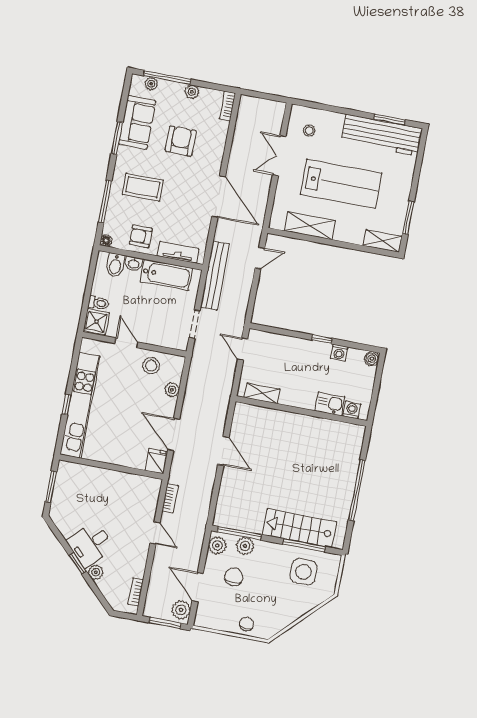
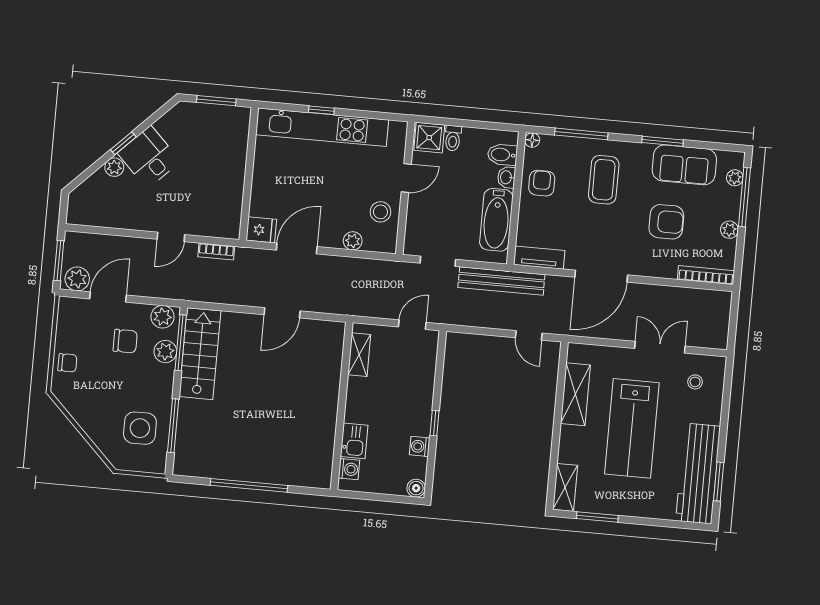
bookcase: (227, 106) -> (706, 275), width x1.56
tv unit: (178, 252) -> (539, 258), moved, turned -90
stairs: (300, 528) -> (200, 354), moved
bookcase: (136, 592) -> (94, 220), removed

